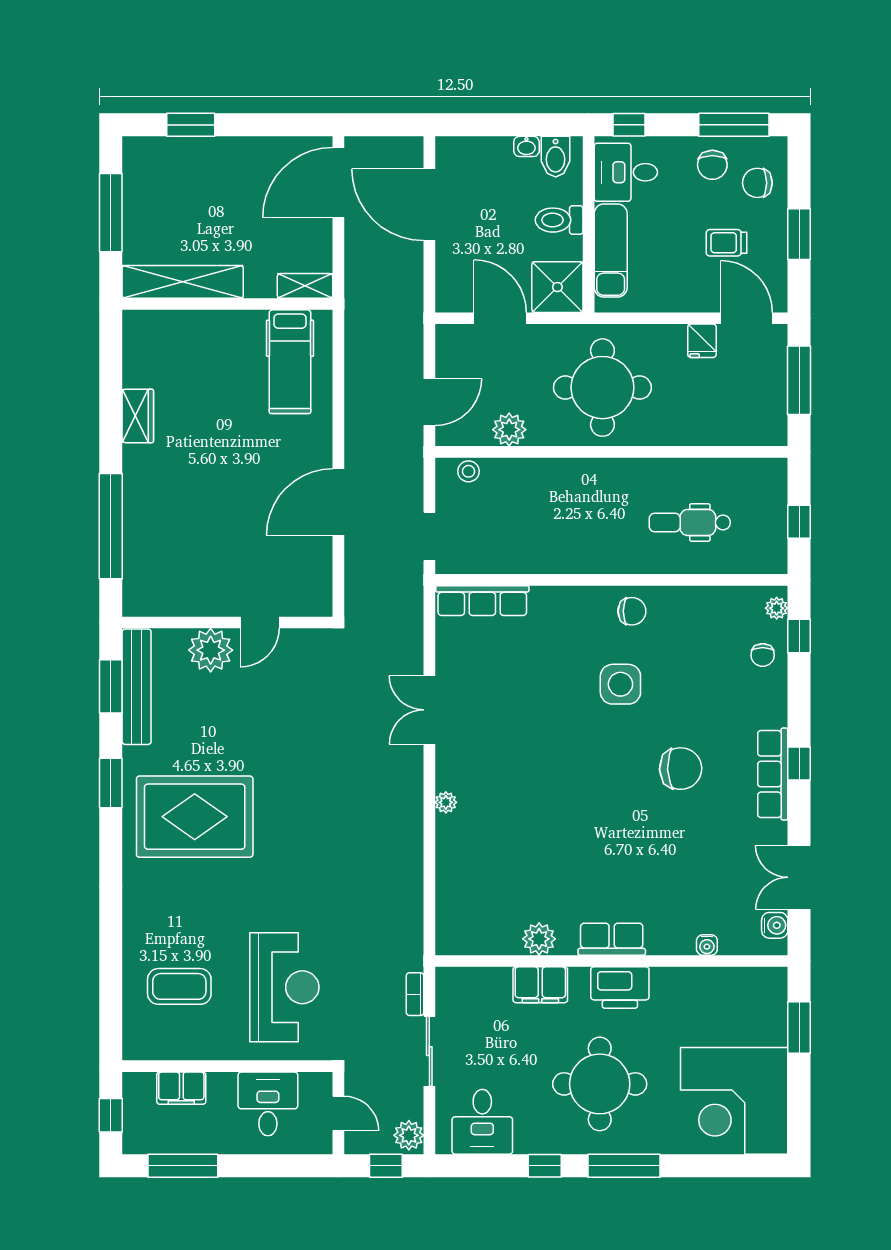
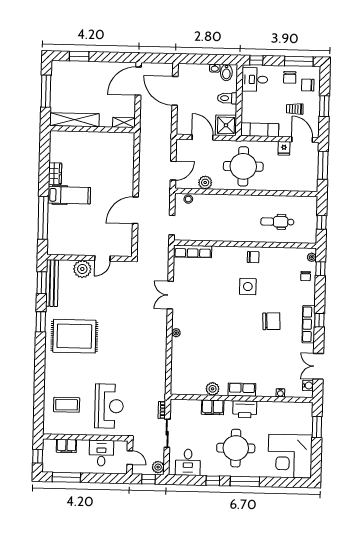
exam couch: (611, 251) -> (260, 130), moved, turned -90
hospital bed: (290, 362) -> (69, 195), moved, turned -90

